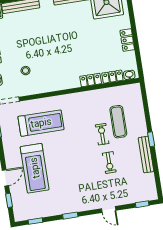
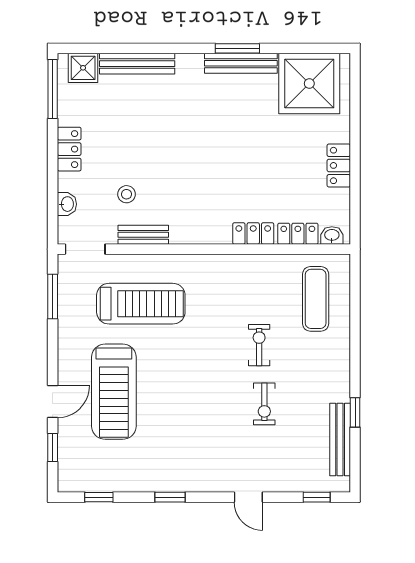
bench: (37, 89) -> (143, 235), added
exercise mat: (118, 122) -> (316, 299), moved
window: (151, 139) -> (355, 412), moved
bench: (146, 155) -> (340, 440), moved

